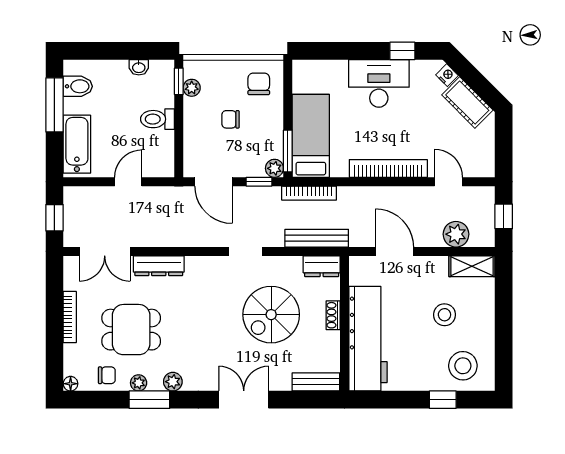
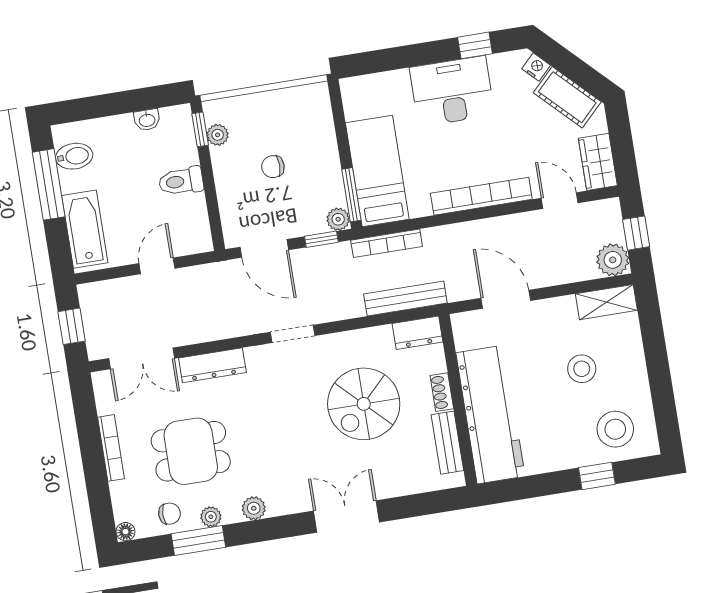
chair: (259, 84) -> (301, 116), removed
wardrobe: (483, 156) -> (598, 162), added
plant: (456, 234) -> (613, 260), moved
doorway: (246, 251) -> (293, 334), moved
bench: (316, 382) -> (447, 443), moved, turned 90
window: (149, 400) -> (198, 541), moved

